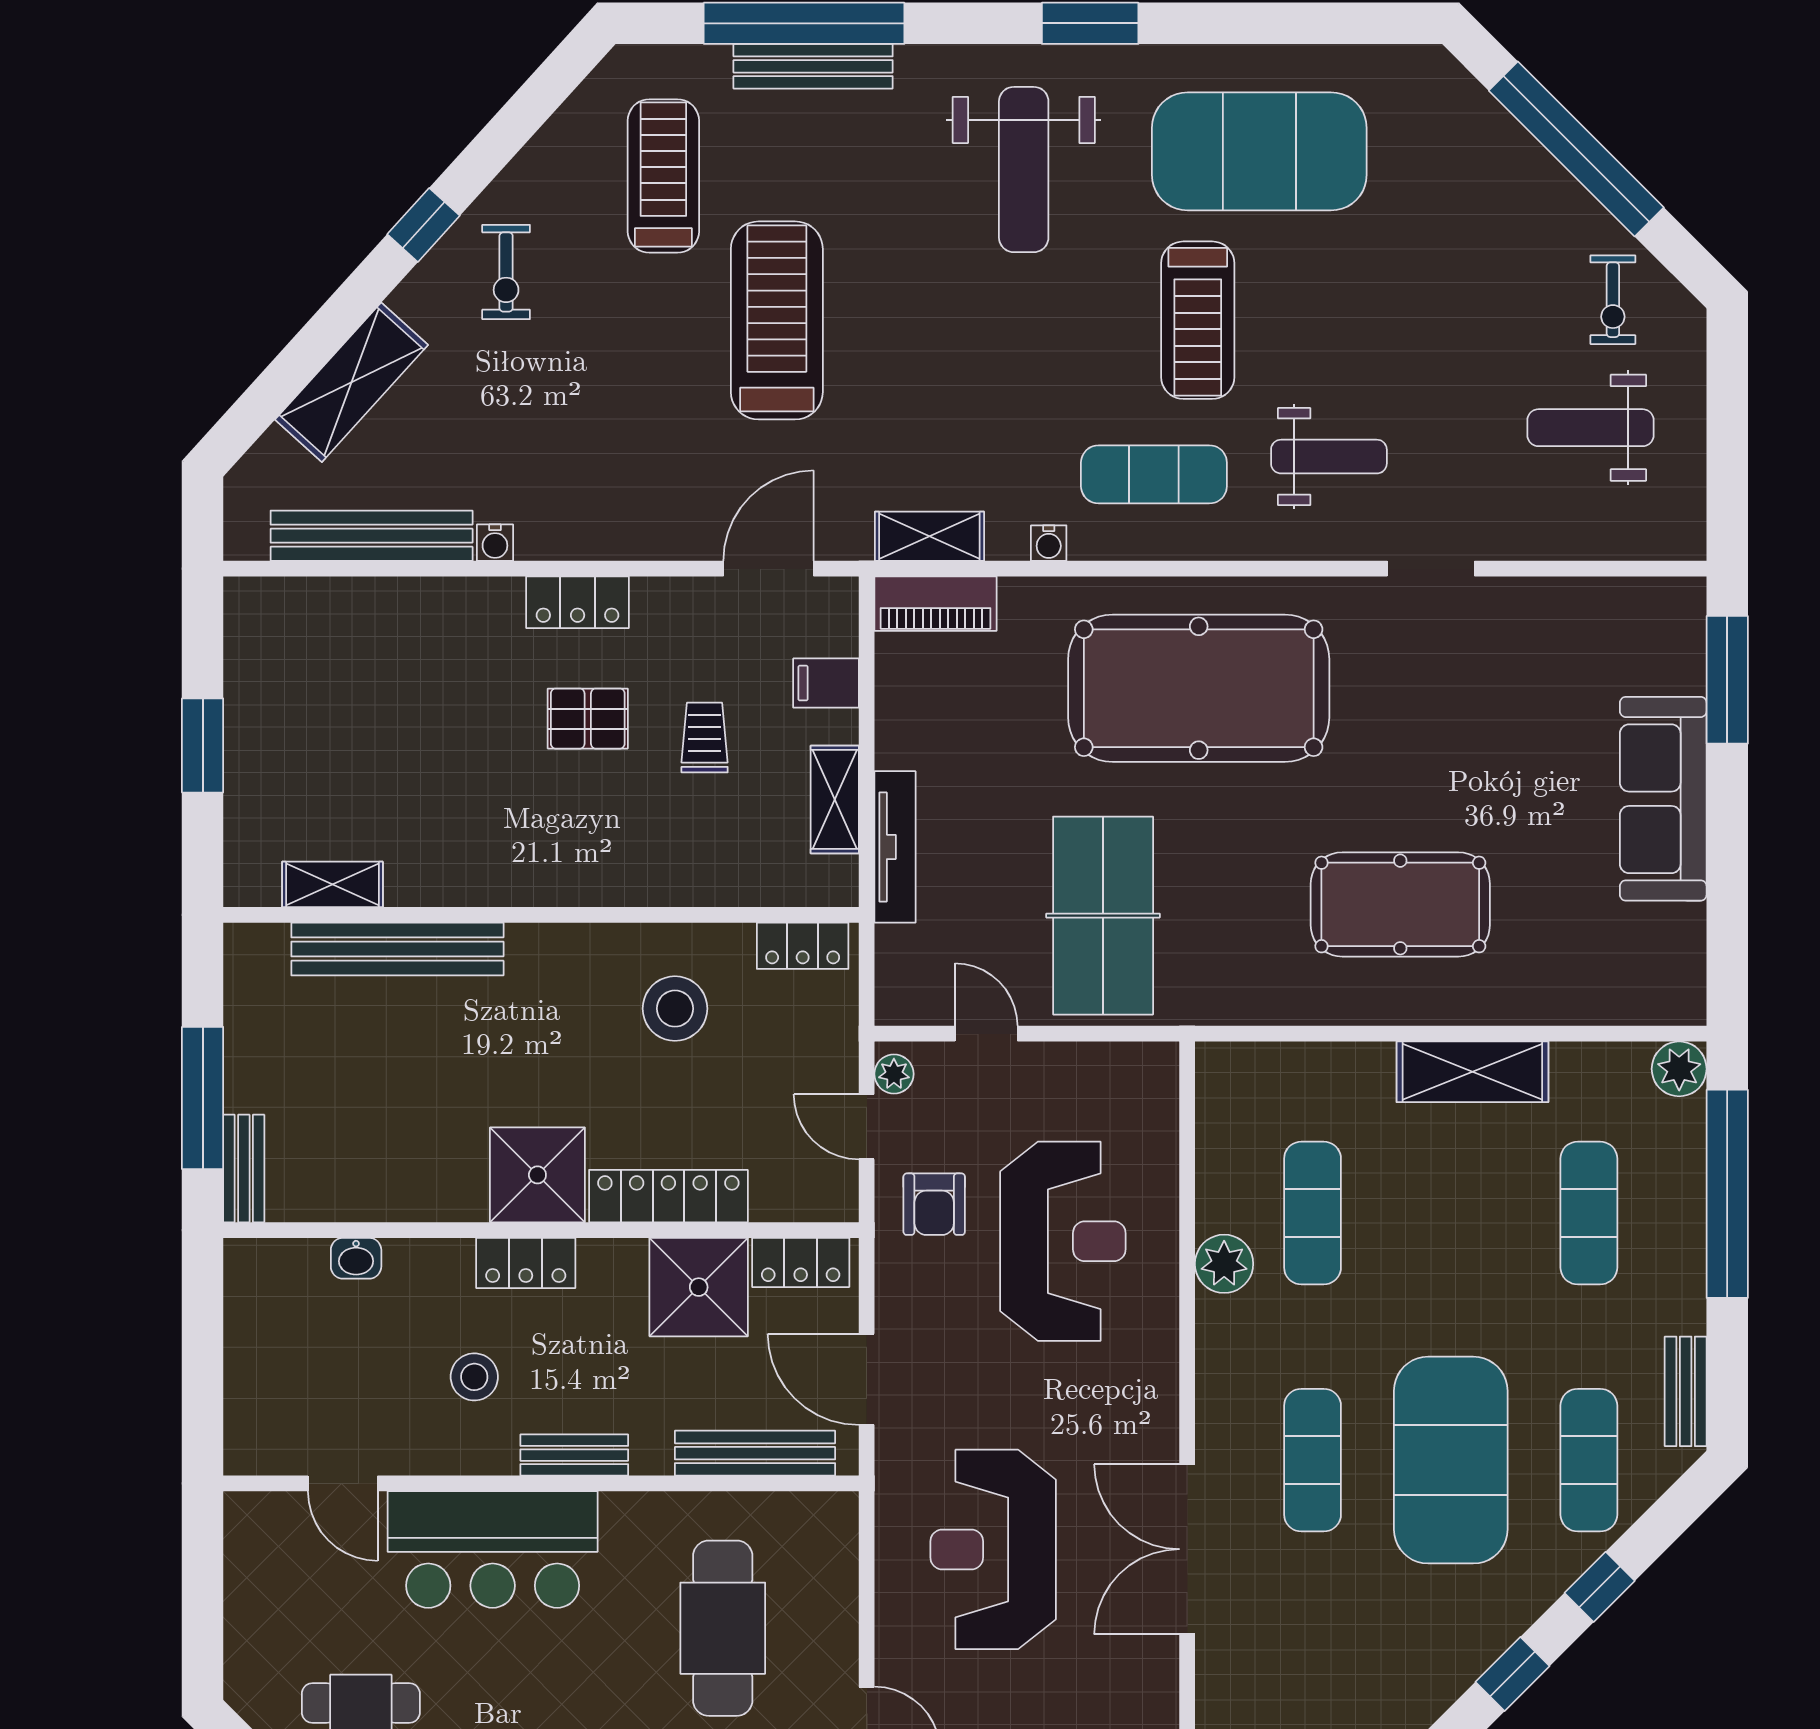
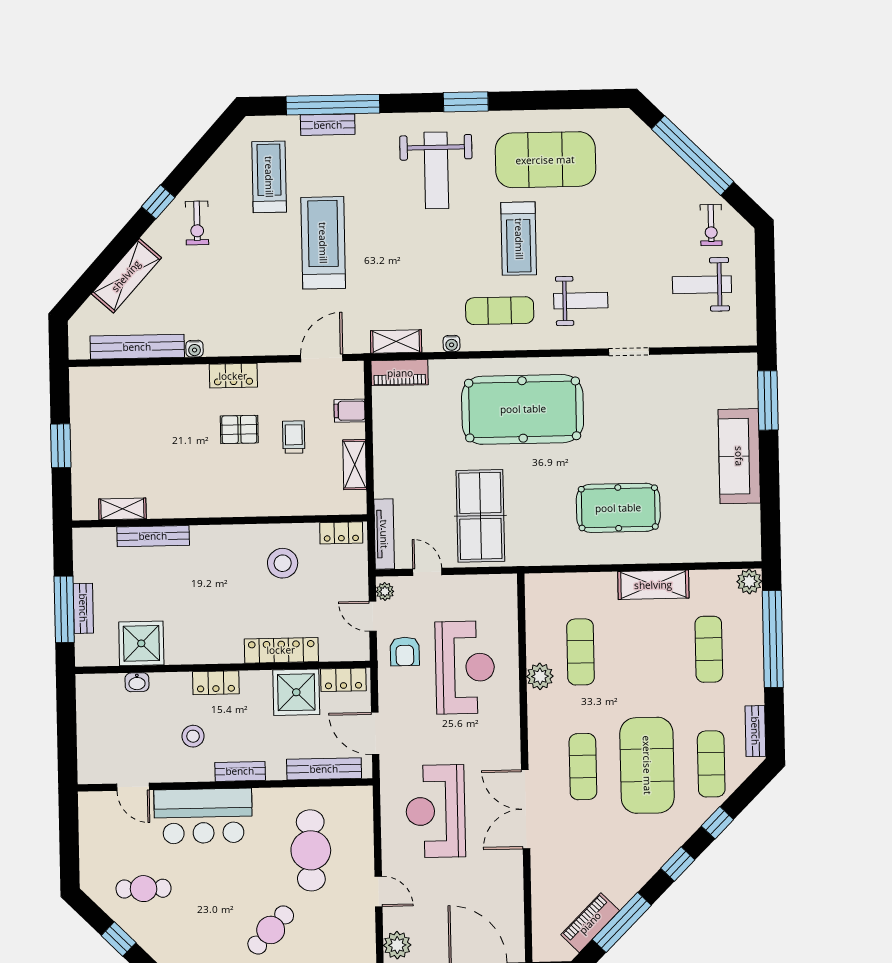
bench: (813, 66) -> (328, 125), width x0.73
tv unit: (895, 847) -> (384, 534), moved
bench: (397, 949) -> (153, 536), width x0.73, depth x0.82
bench: (244, 1169) -> (83, 608), moved
shower: (537, 1175) -> (141, 643), moved

